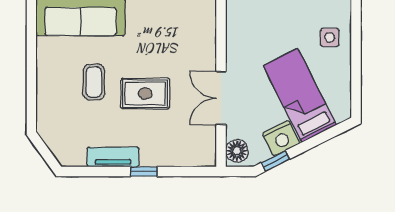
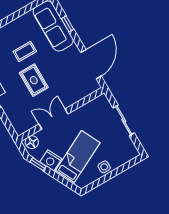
side table: (330, 37) -> (104, 167), moved

